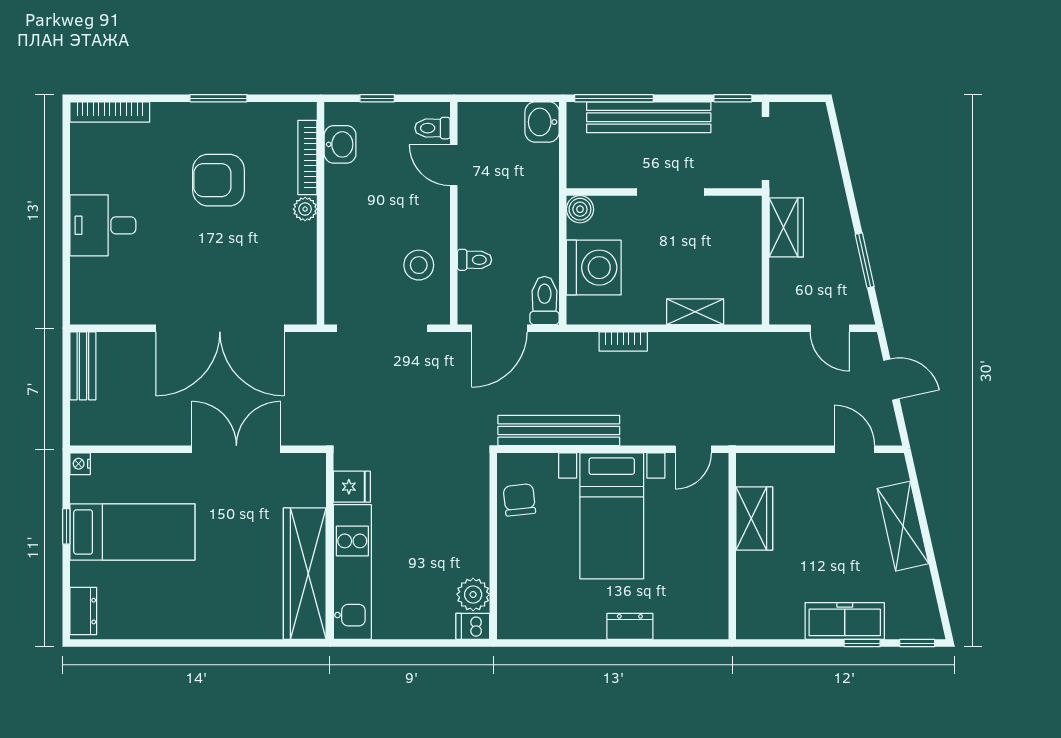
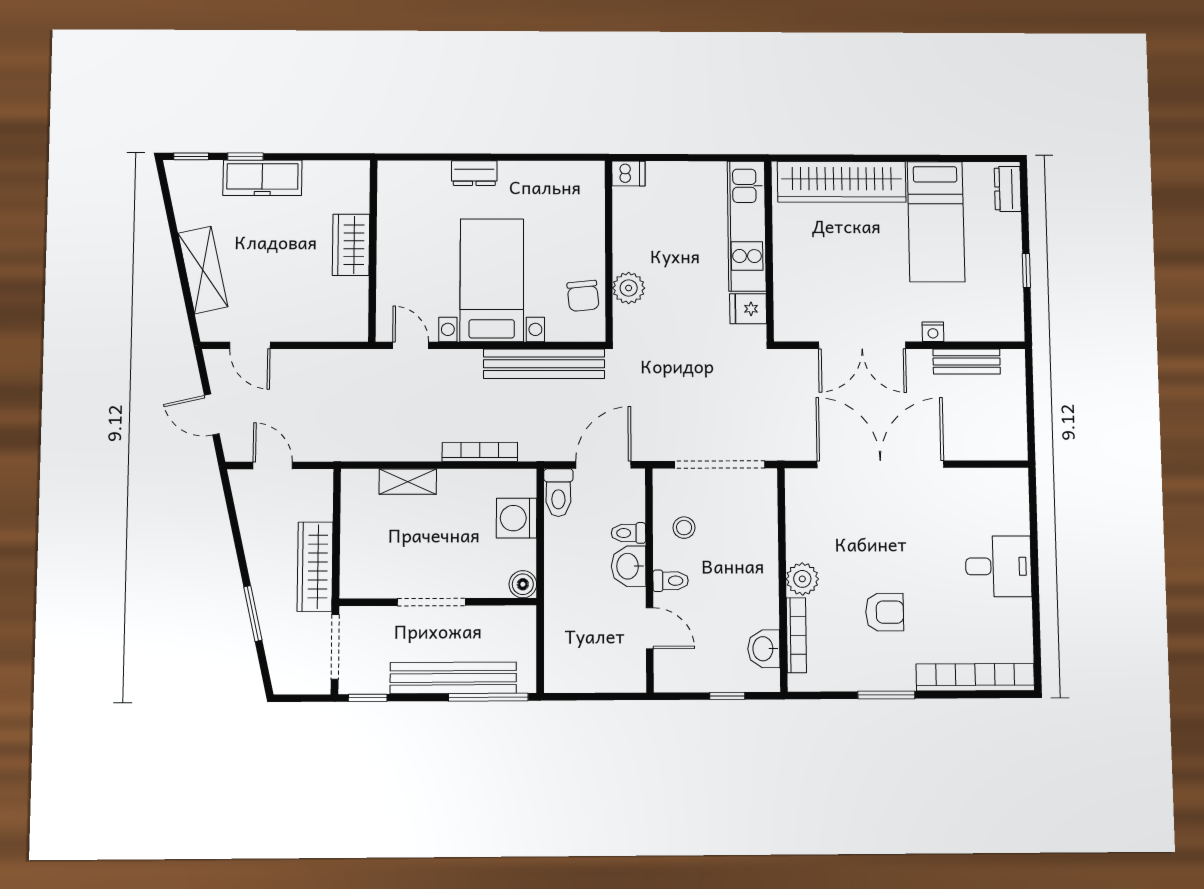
bookcase: (110, 112) -> (975, 677), width x1.48, depth x1.31
washbasin: (542, 122) -> (629, 566), moved, turned 180
toilet: (433, 128) -> (671, 581), moved
armchair: (219, 180) -> (885, 612), width x0.72, depth x0.72
plant: (305, 209) -> (802, 579), width x1.38, depth x1.38
wardrobe: (786, 227) -> (315, 567), width x1.50
window: (865, 260) -> (253, 614), moved
stool: (419, 265) -> (684, 528), width x0.73, depth x0.73
washing machine: (594, 268) -> (516, 518), width x0.73, depth x0.73
bookcase: (623, 341) -> (480, 452), width x1.56
bench: (83, 366) -> (967, 361), moved, turned 90
door: (693, 449) -> (411, 345), hinge flipped
nightstand: (80, 464) -> (933, 332), moved, turned 90
wardrobe: (754, 519) -> (351, 245), moved
bed: (132, 532) -> (936, 222), moved, turned -90
wardrobe: (305, 574) -> (842, 182), moved, turned 90
plant: (473, 594) -> (629, 288), moved

